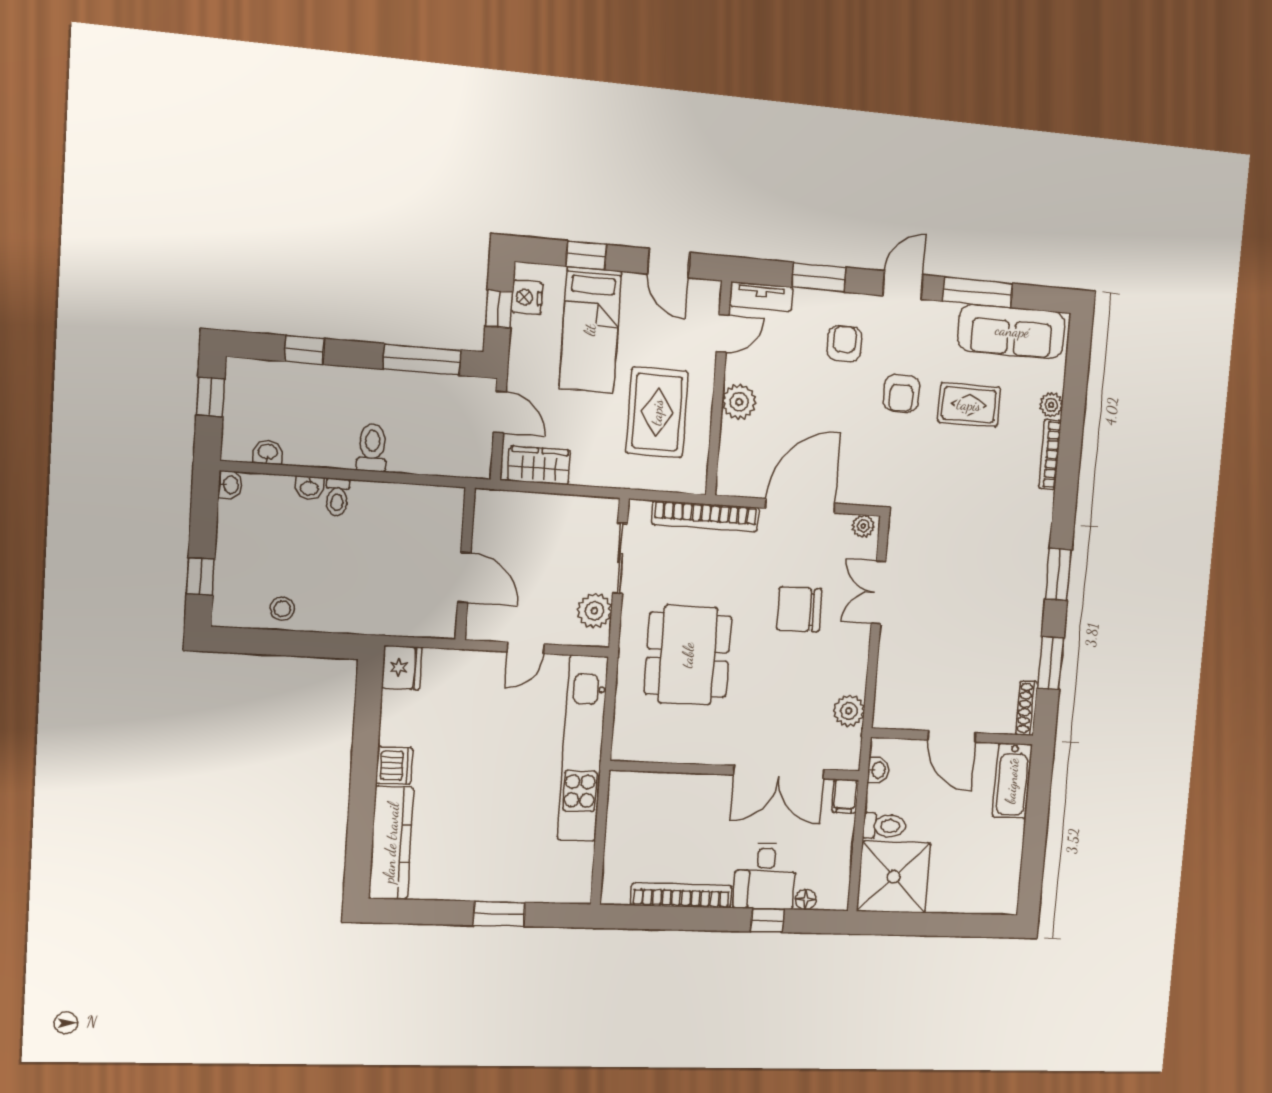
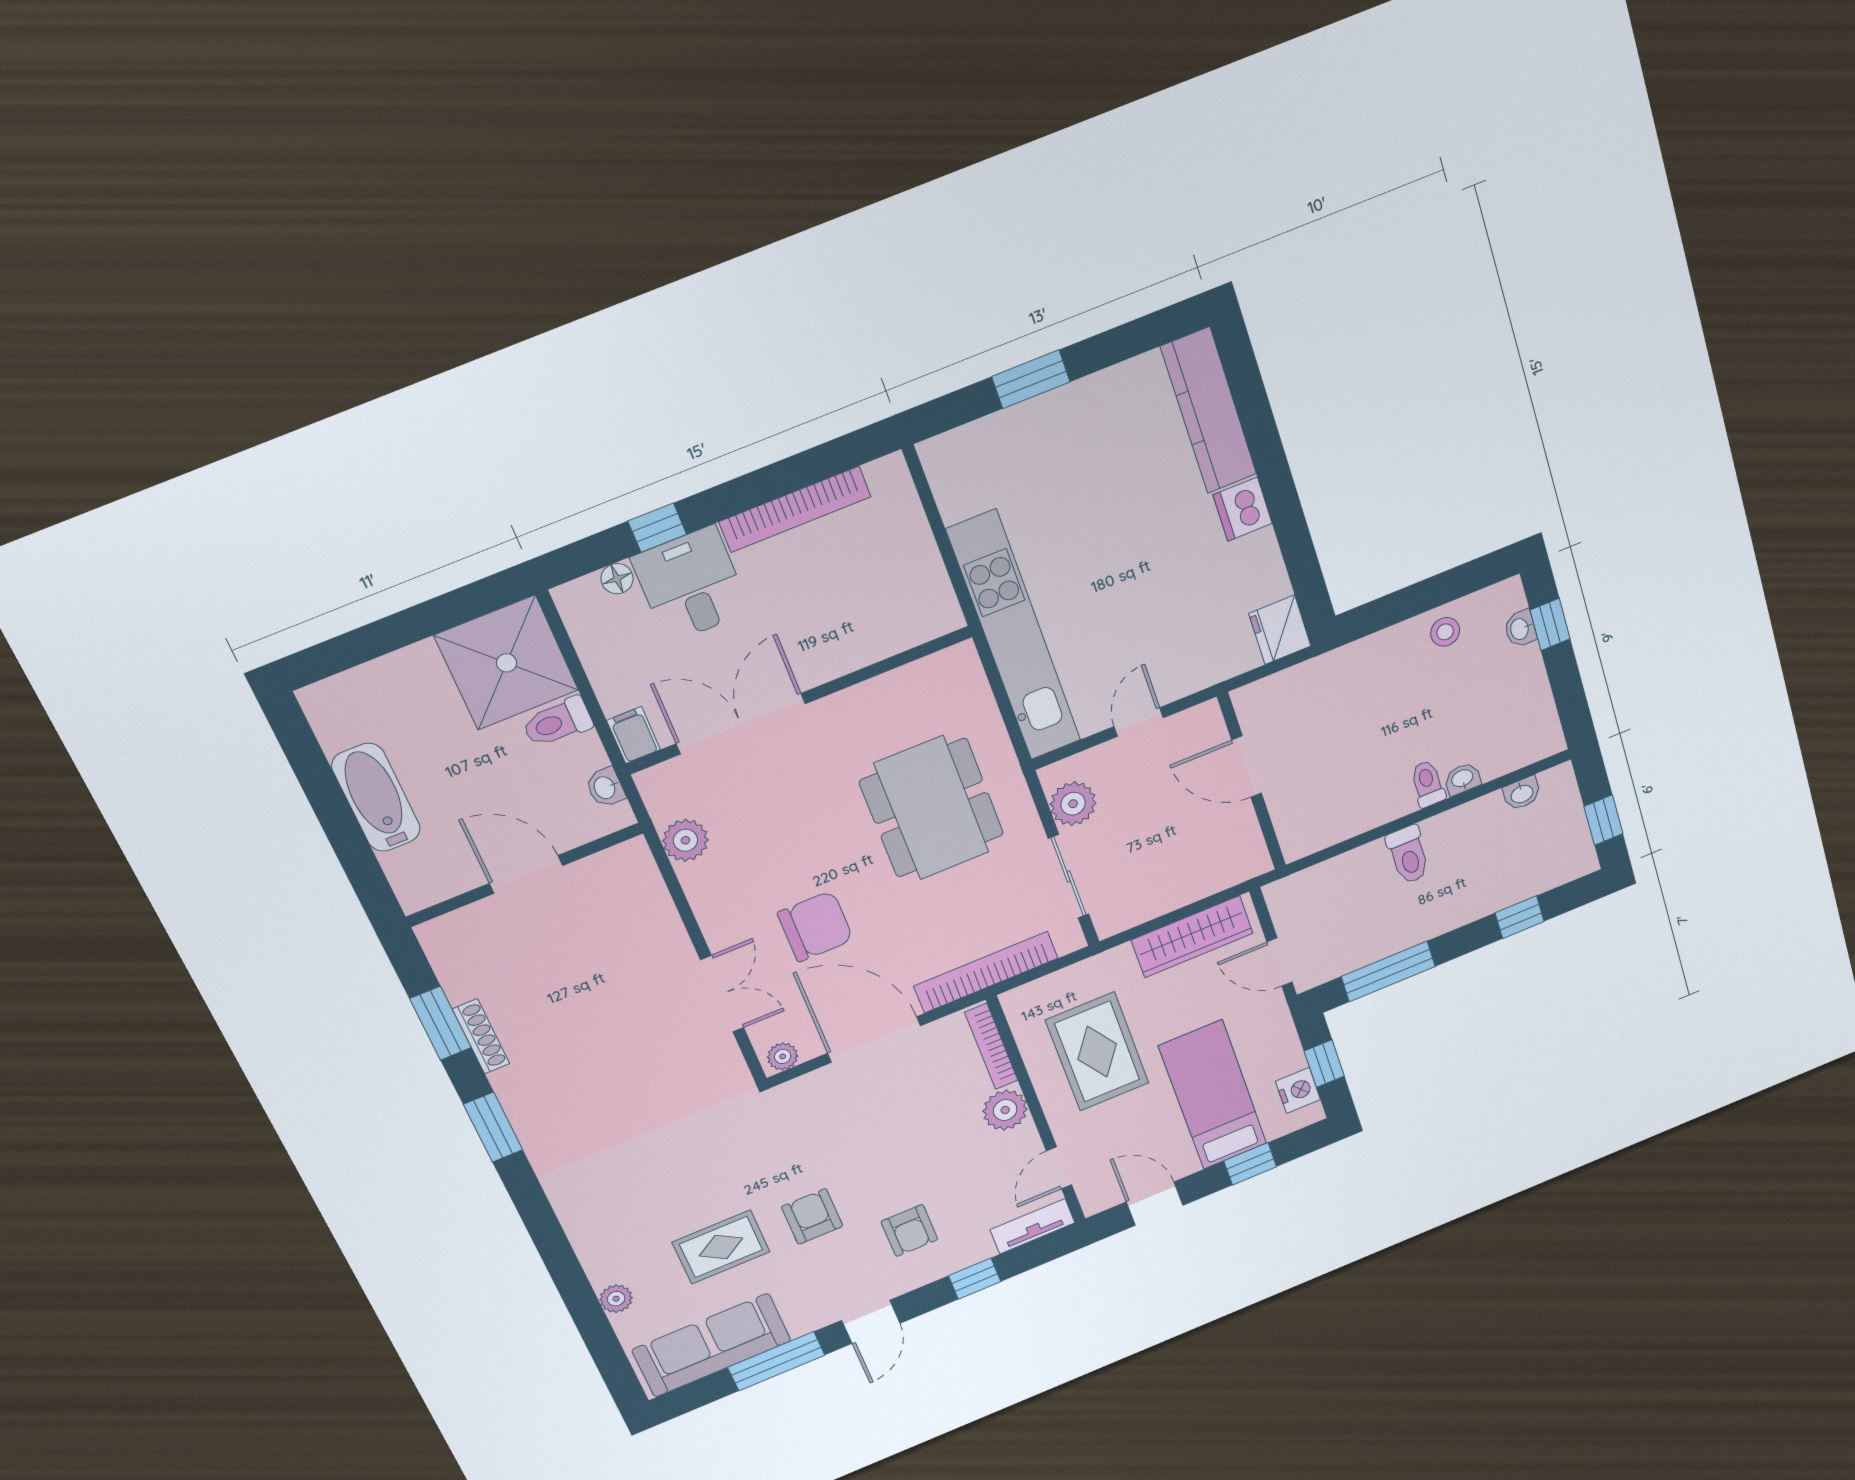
window: (819, 277) -> (975, 1279), width x0.67
bookcase: (1050, 454) -> (991, 1046), moved, turned 180
wardrobe: (539, 465) -> (1192, 937), width x1.50
washbasin: (230, 485) -> (1520, 629), moved
door: (800, 506) -> (874, 1040), swing flipped
shoe rack: (1027, 708) -> (481, 1036), moved
bathtub: (1012, 781) -> (376, 797), moved

